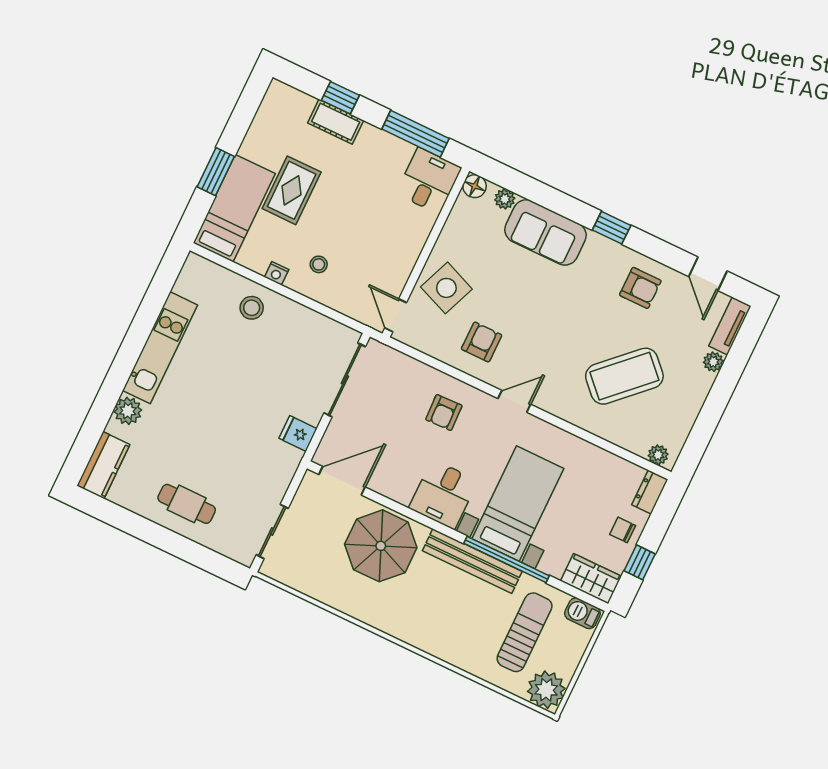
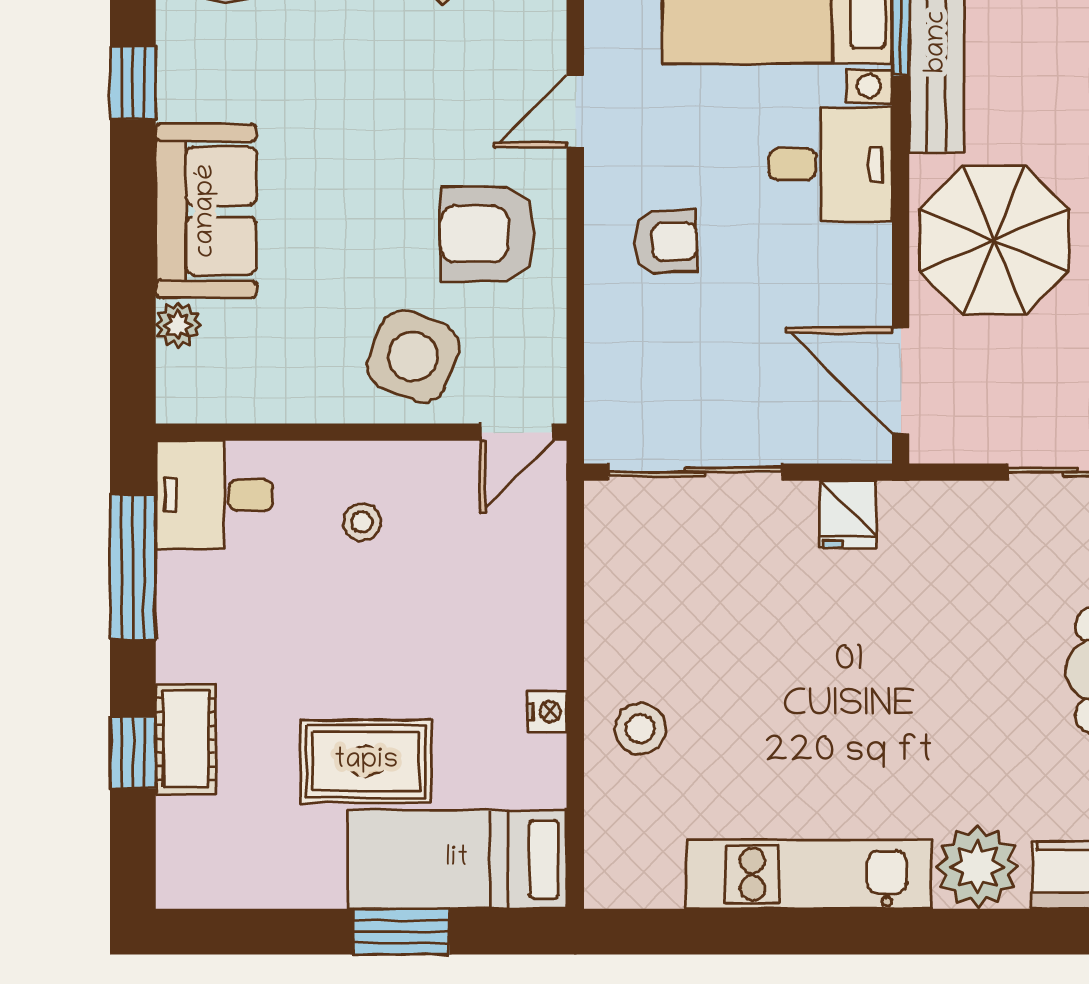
floor lamp: (475, 186) -> (181, 398), removed
stool: (319, 264) -> (362, 522), moved
armchair: (482, 342) -> (488, 234), width x1.38, depth x1.38
door: (514, 401) -> (575, 111), hinge flipped
plant: (128, 411) -> (978, 867), width x1.36, depth x1.36

